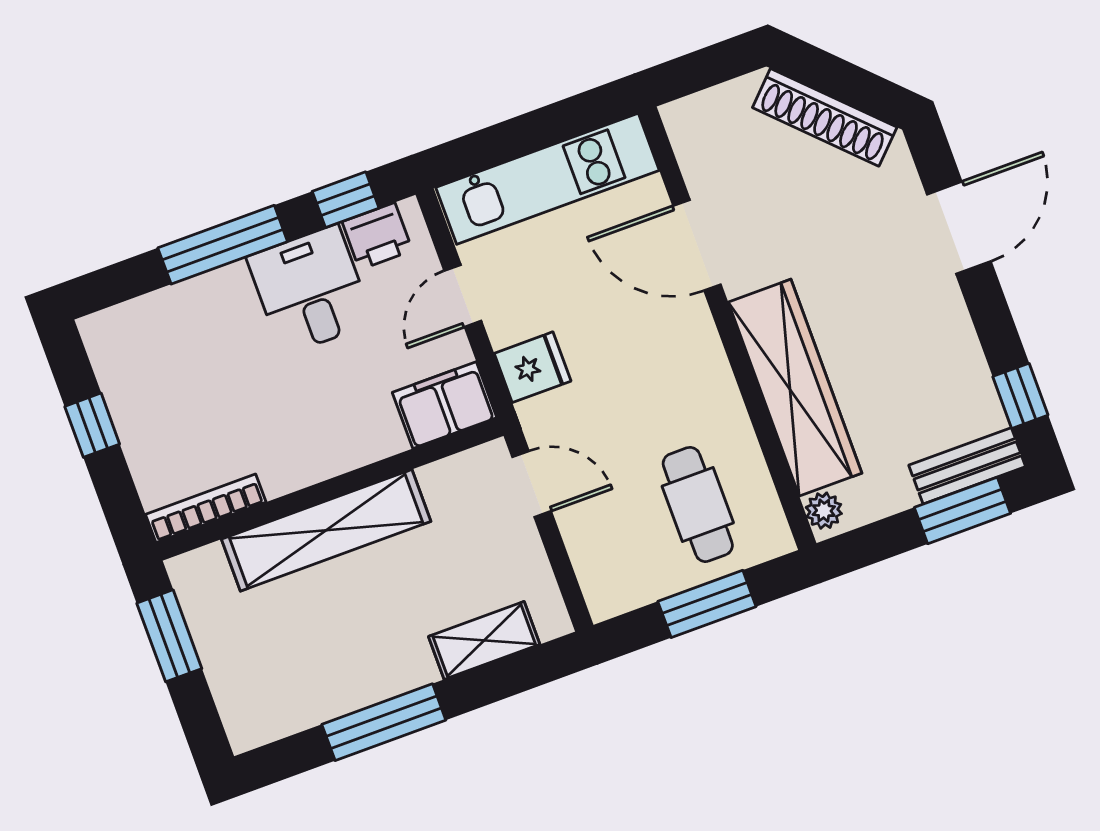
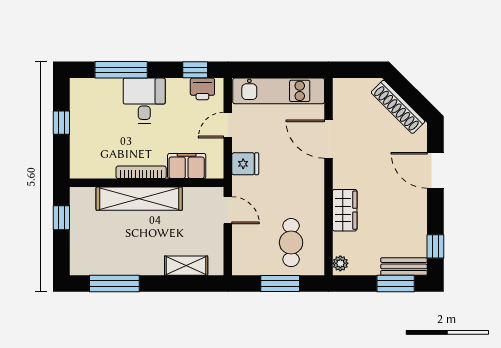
door: (959, 228) -> (435, 170), swing flipped
window: (223, 245) -> (121, 70), moved
desk: (310, 290) -> (144, 101), moved
wardrobe: (795, 388) -> (345, 210), width x0.48, depth x0.85
filing cabinet: (445, 405) -> (187, 166), moved
bookcase: (206, 508) -> (141, 172), moved
window: (169, 636) -> (61, 218), width x0.67
window: (384, 722) -> (114, 284), moved

